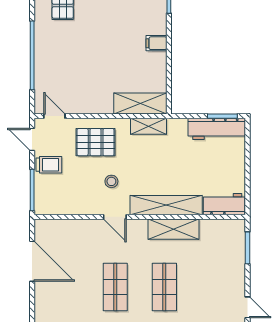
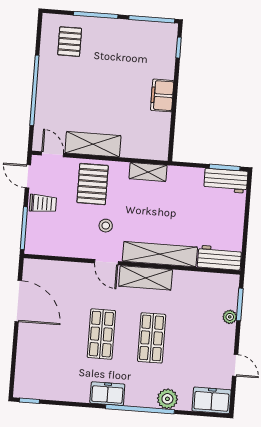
filing cabinet: (157, 43) -> (162, 95), width x2.00
shelving: (140, 103) -> (93, 144), moved
workbench: (217, 129) -> (226, 181), width x0.73
pallet: (96, 142) -> (93, 184), turned 90
shelving: (174, 229) -> (146, 278), moved
plant: (239, 261) -> (230, 317), added

